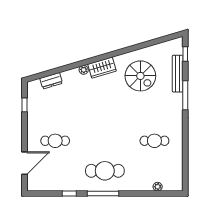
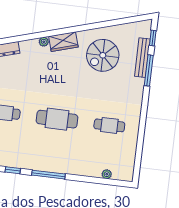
spiral stairs: (140, 76) -> (103, 55), turned 90
window: (185, 95) -> (149, 70), moved
cafe table: (105, 171) -> (57, 119), moved

